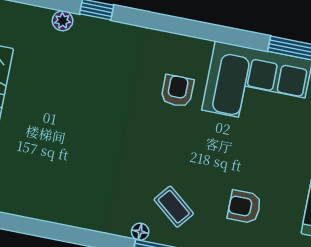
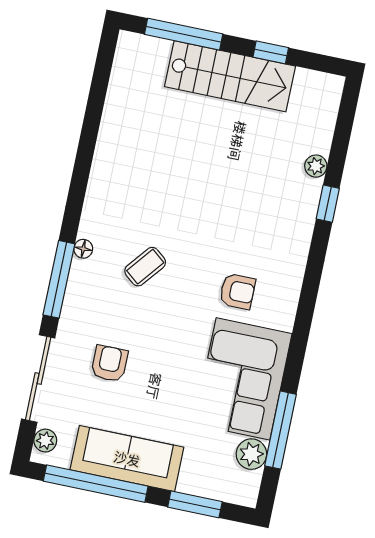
coffee table: (174, 207) -> (145, 267), moved

